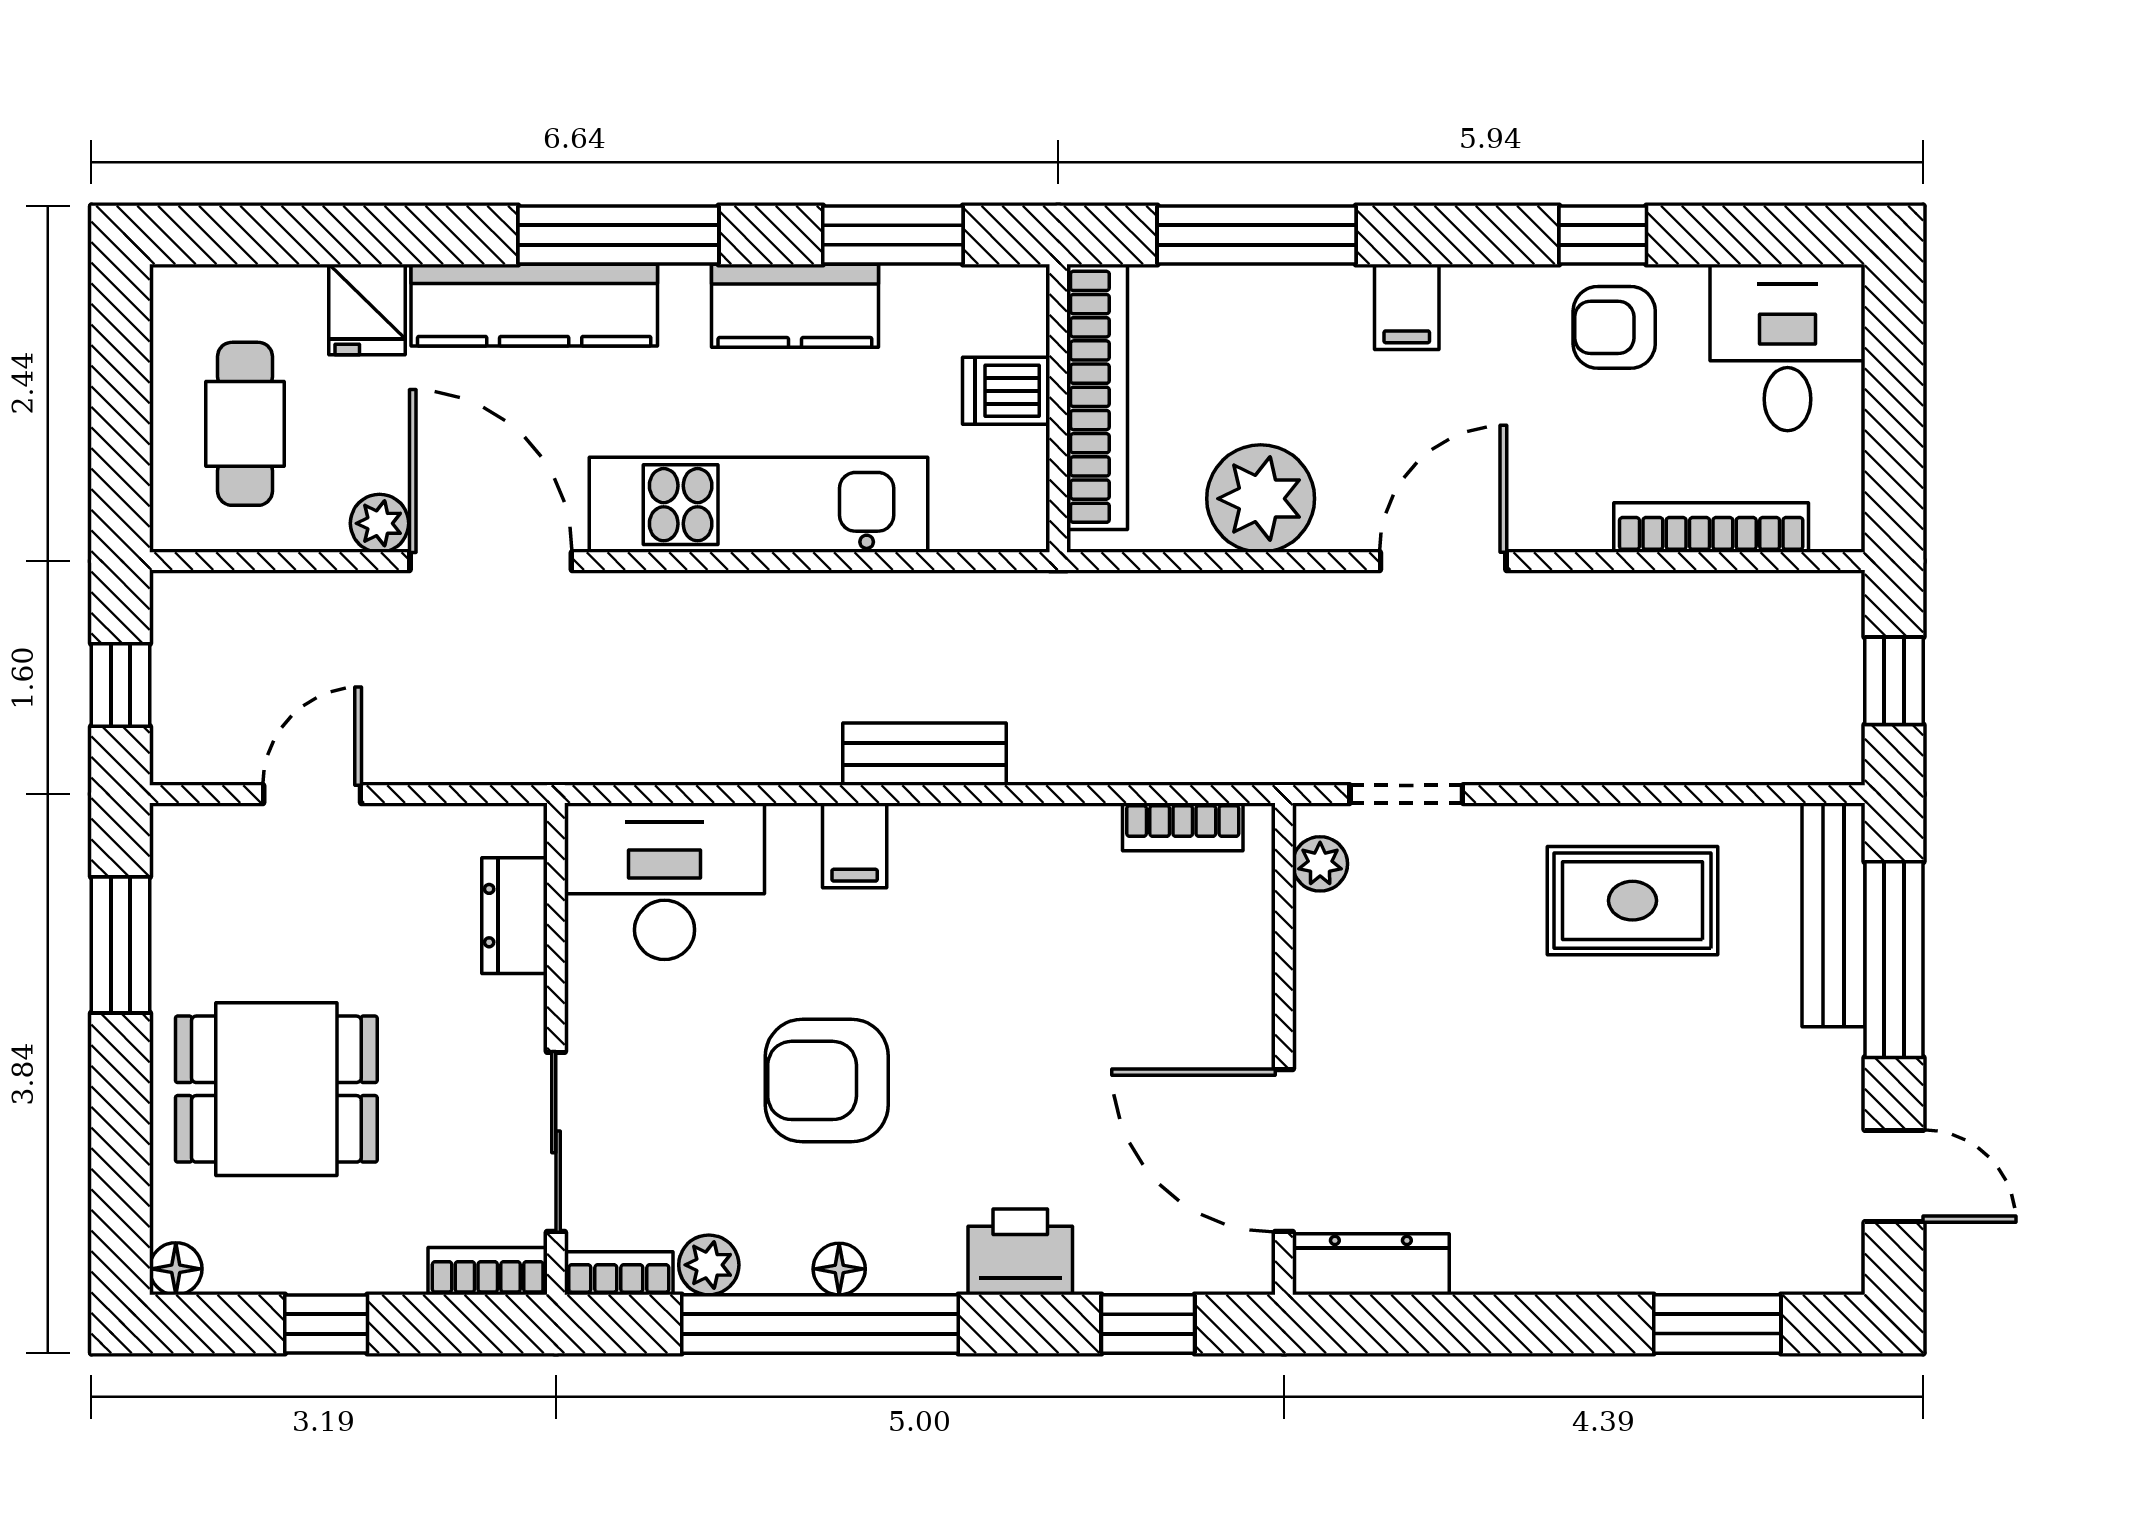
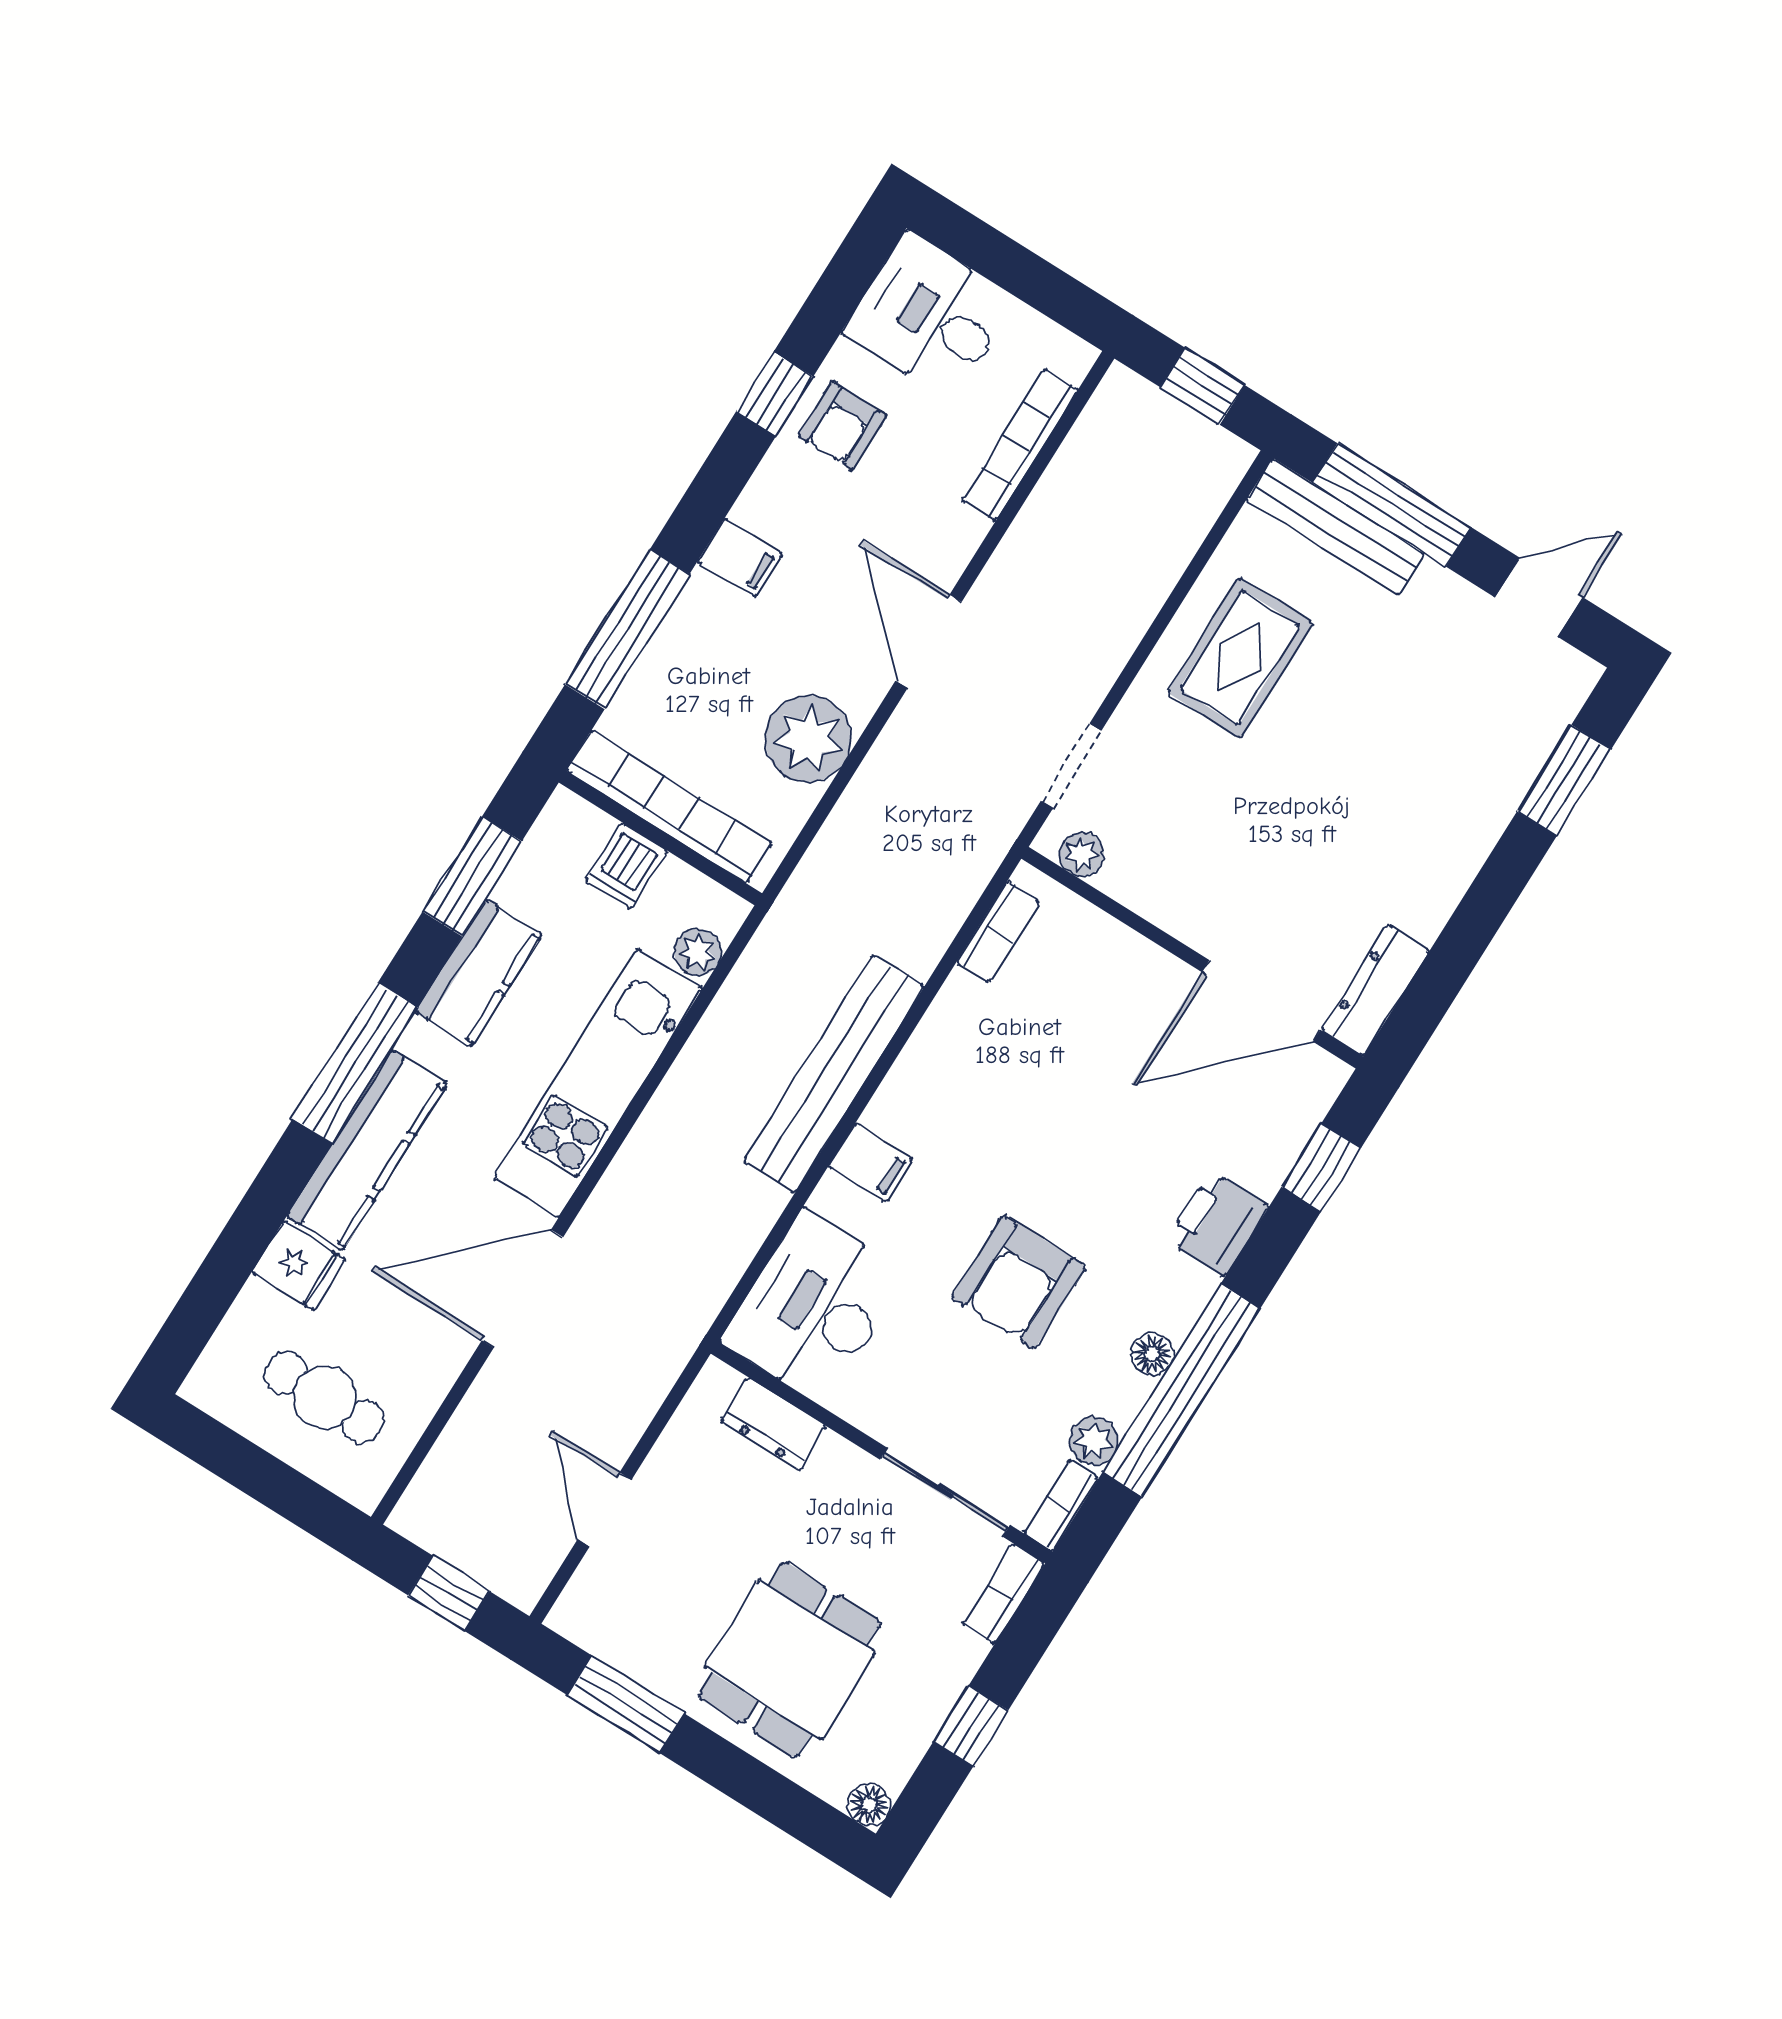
plant: (379, 523) -> (698, 952), moved
bench: (924, 754) -> (834, 1073), width x1.86, depth x1.21

